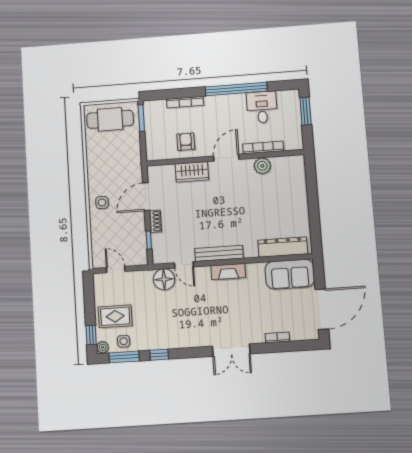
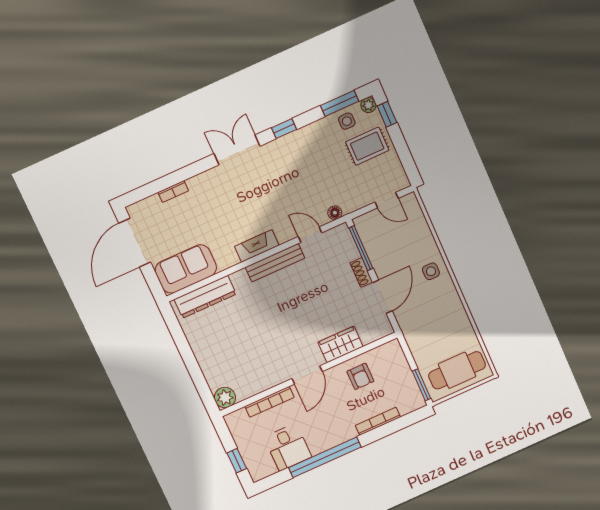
window: (306, 111) -> (237, 461), width x0.67
plant: (262, 166) -> (225, 398), moved
window: (149, 240) -> (361, 248), width x2.17
floor lamp: (164, 279) -> (335, 213), width x0.53, depth x0.53
double door: (231, 350) -> (237, 150), moved
window: (159, 355) -> (284, 129), moved

